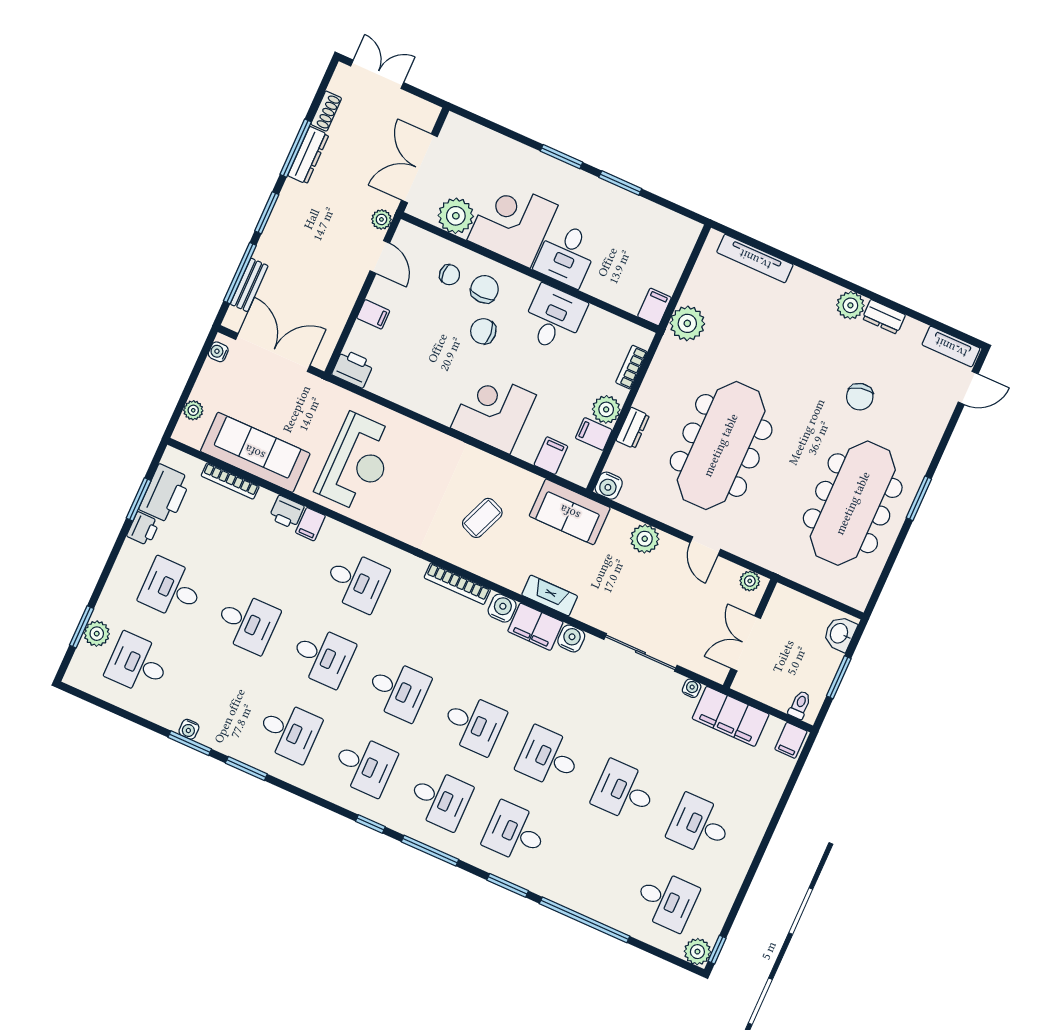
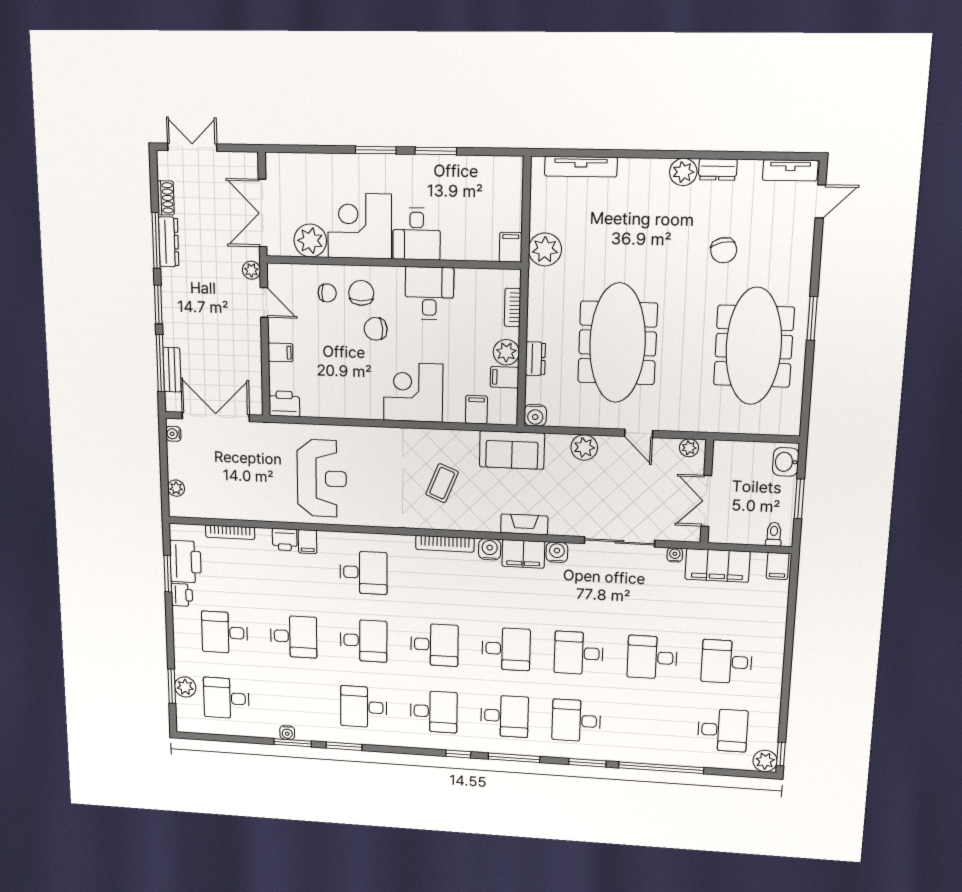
sofa: (255, 452) -> (239, 502), removed
desk: (289, 731) -> (364, 707), turned 180

